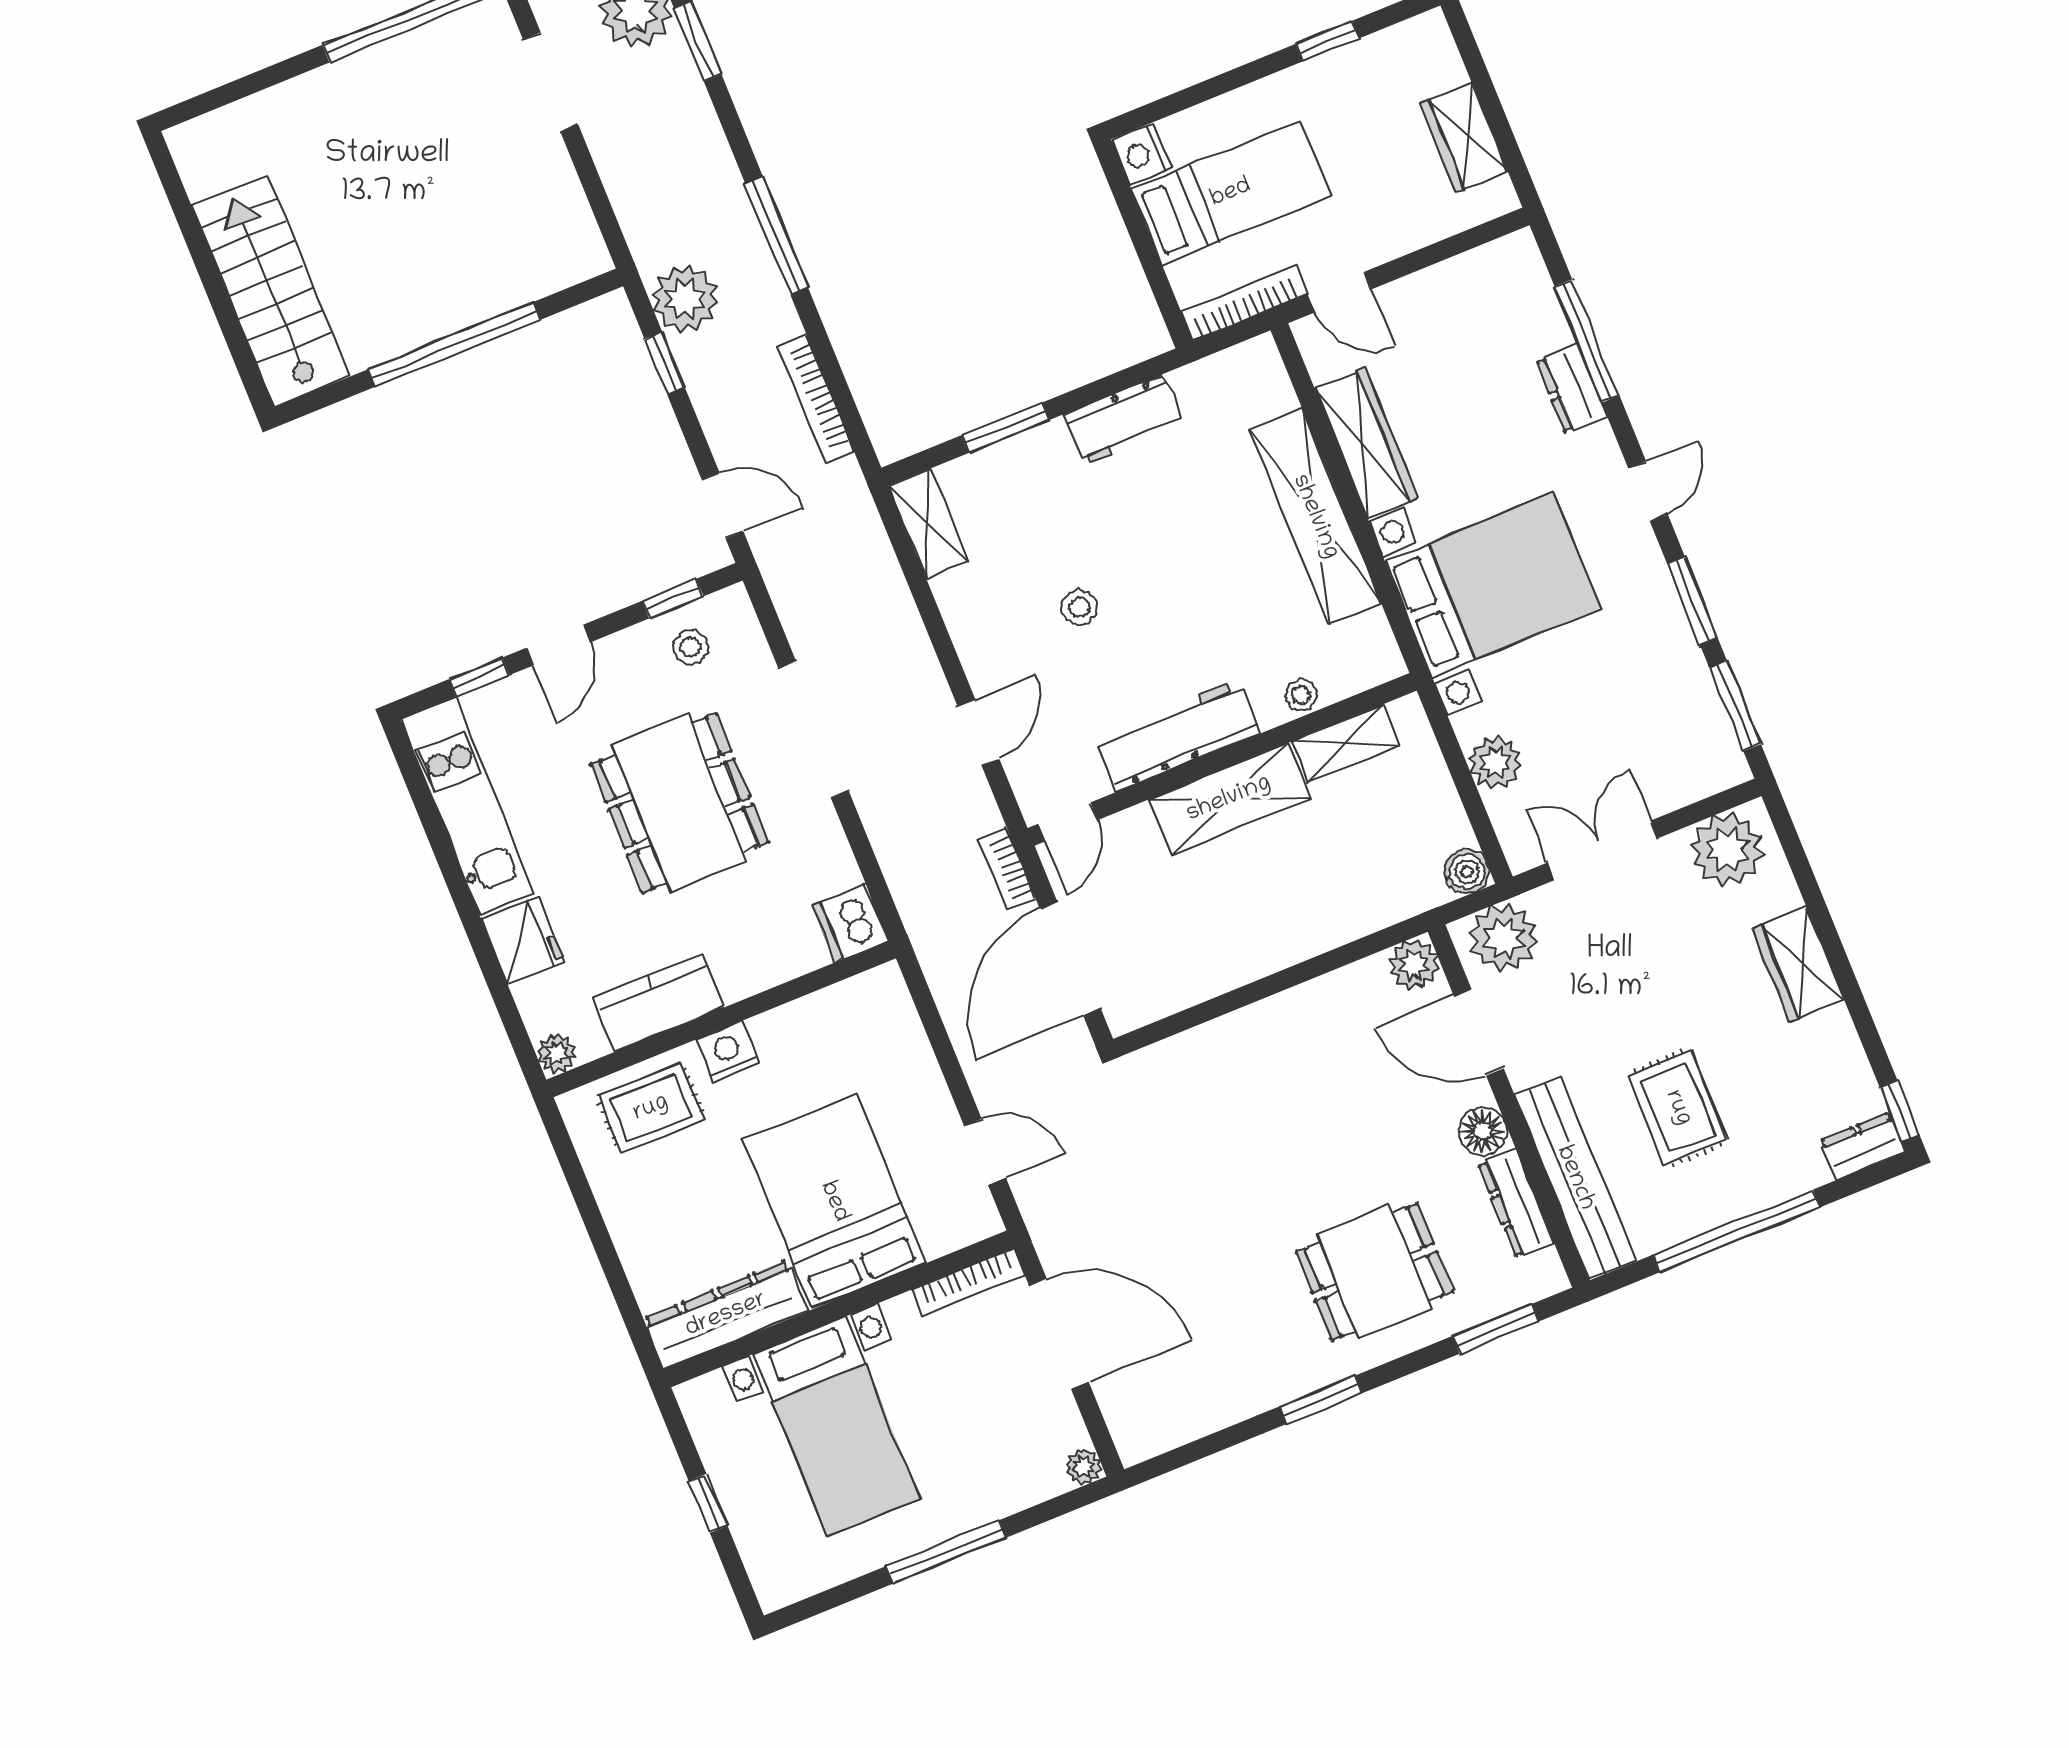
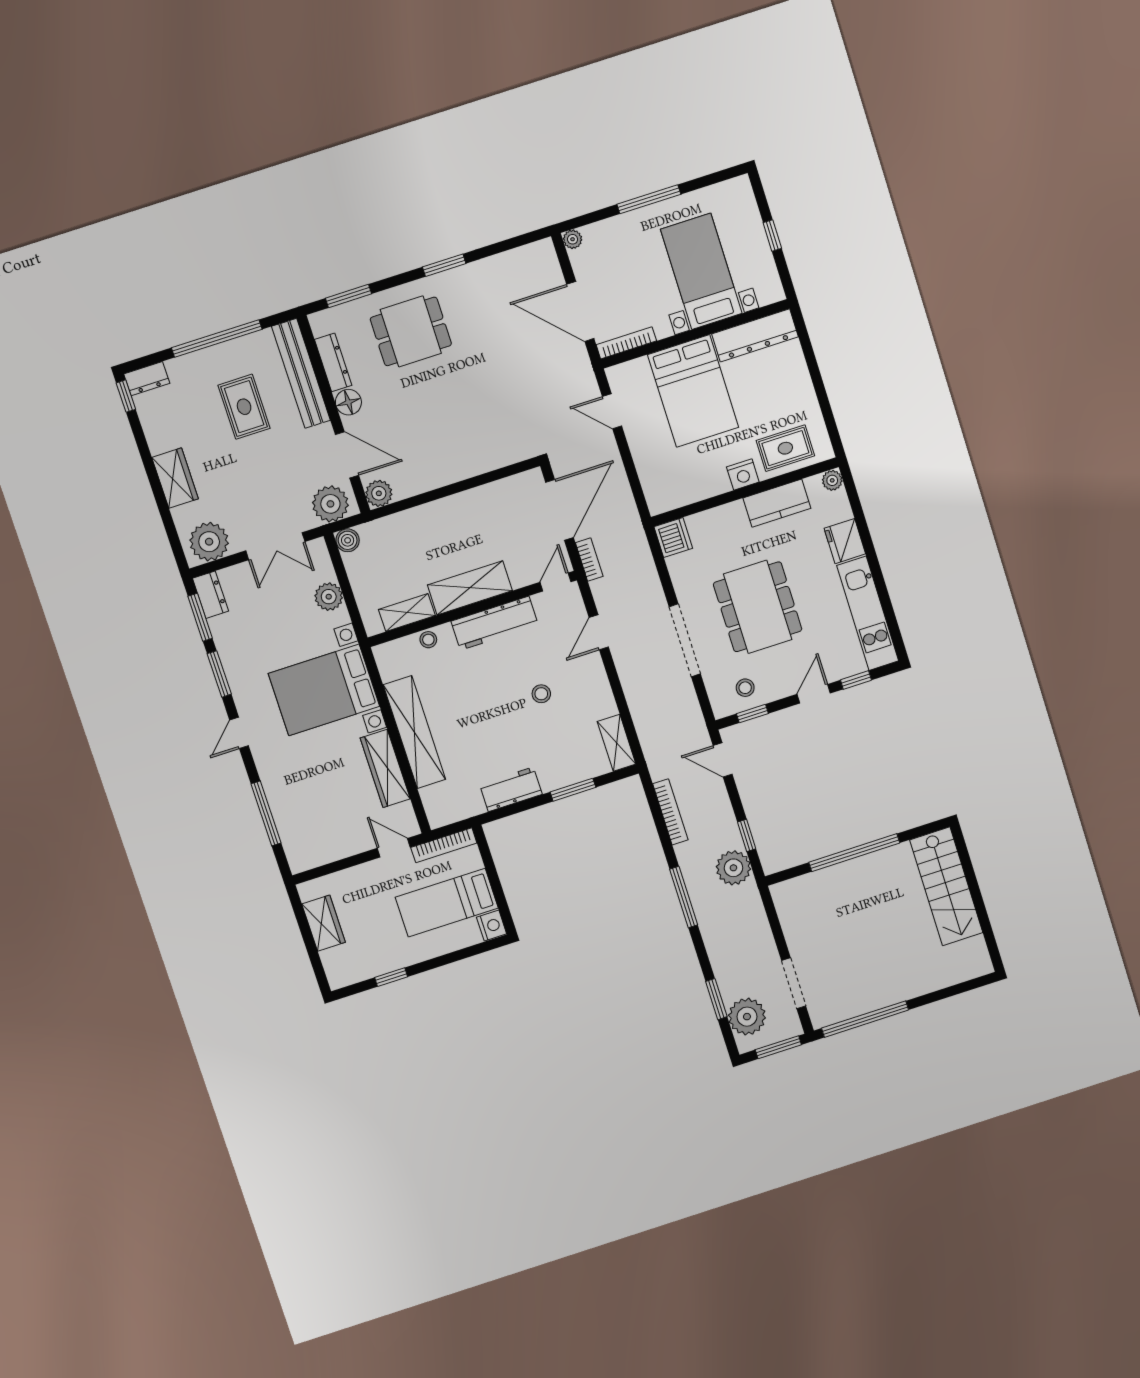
dresser: (1572, 389) -> (210, 595), moved

